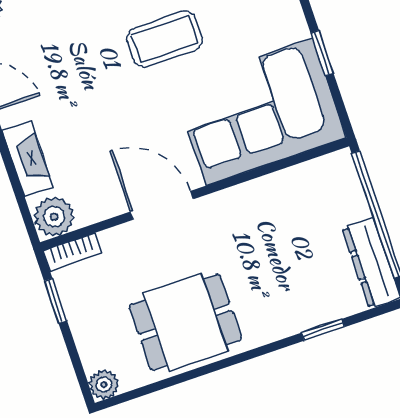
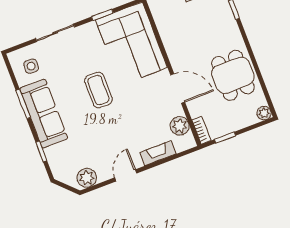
door: (162, 205) -> (178, 88), swing flipped
plant: (54, 217) -> (180, 126), moved

